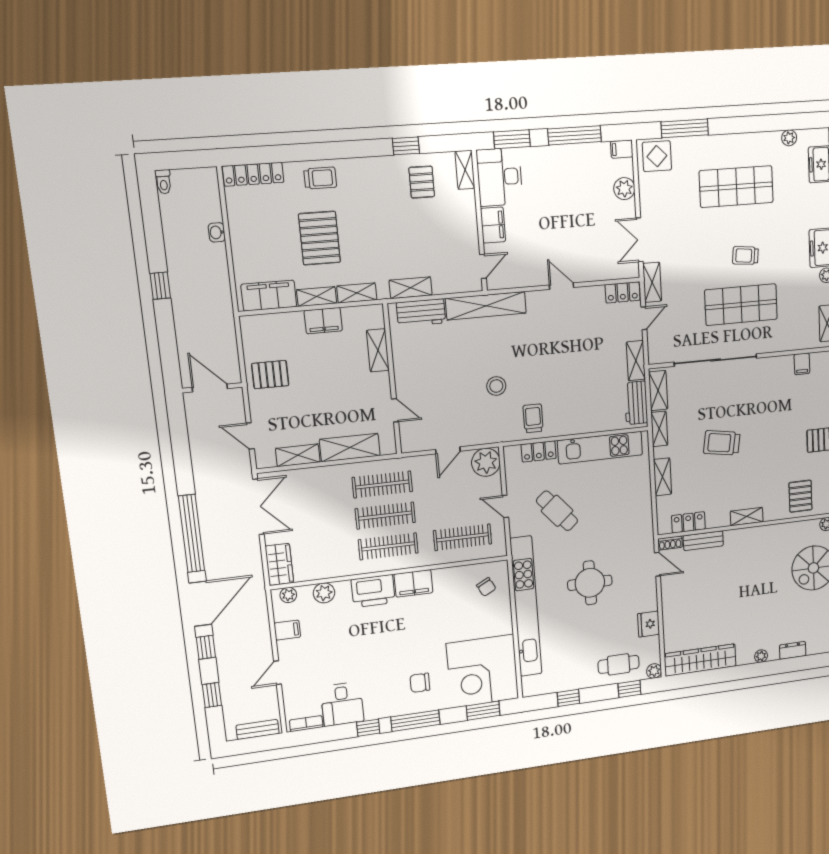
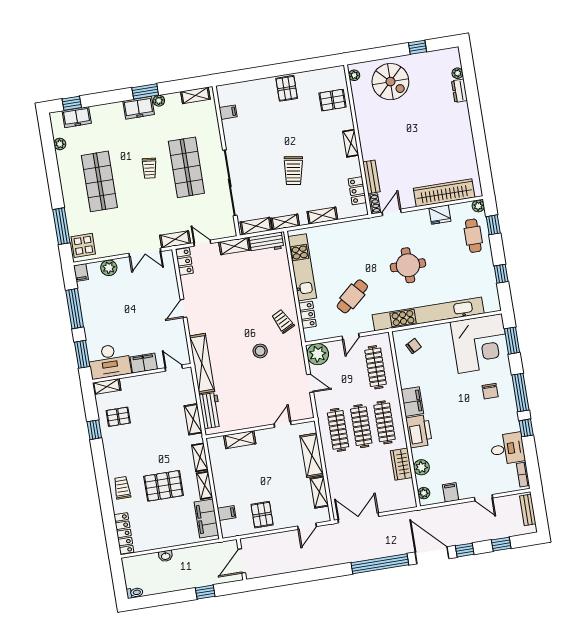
filing cabinet: (323, 321) -> (227, 513), moved, width x0.50
door: (210, 388) -> (242, 561), moved
wall: (212, 388) -> (241, 559), moved
trolley: (533, 418) -> (283, 321), turned 63
wardrobe: (279, 564) -> (401, 464), moved, turned -90
plant: (761, 656) -> (457, 73), moved
wardrobe: (700, 660) -> (444, 193), moved, turned 90

